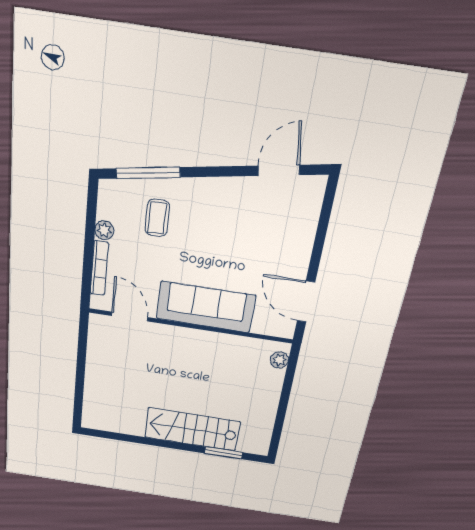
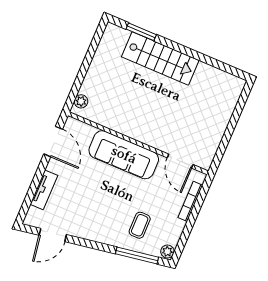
plant: (104, 230) -> (167, 251), moved
tv unit: (306, 233) -> (44, 190), added

